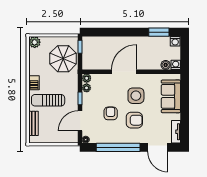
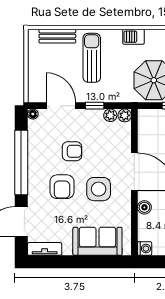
boiler: (166, 65) -> (144, 207), moved
barbecue: (34, 83) -> (134, 37), moved

